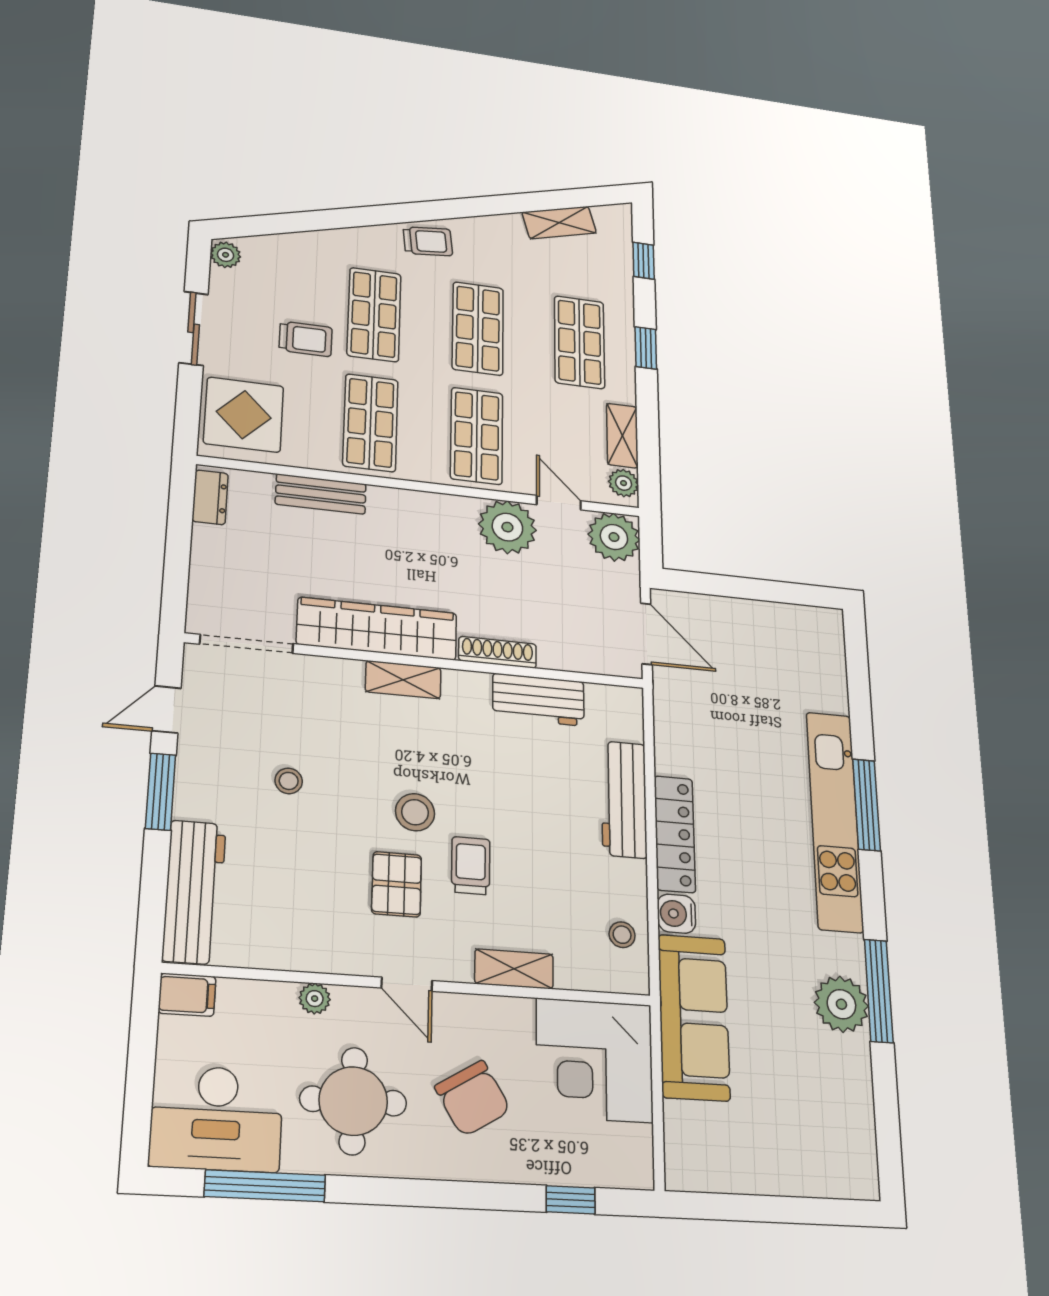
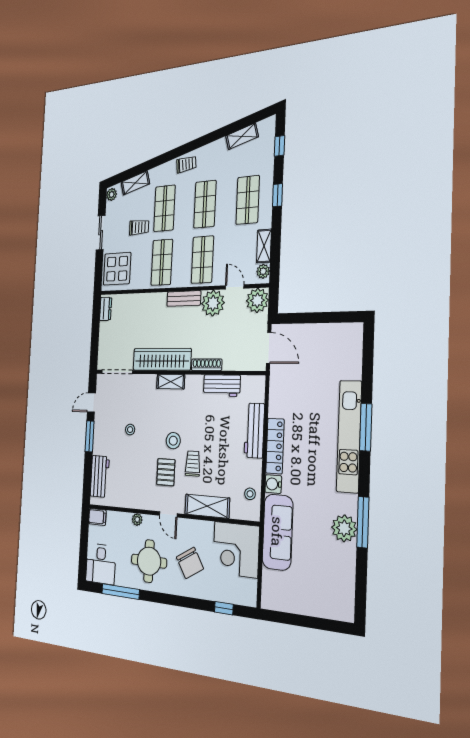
shelving: (293, 246) -> (135, 183), added
bench: (321, 494) -> (184, 299), moved
workbench: (194, 892) -> (100, 476), width x0.73
shelving: (514, 969) -> (207, 506), width x1.50, depth x1.33
desk: (216, 1118) -> (101, 564), width x0.73

